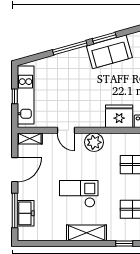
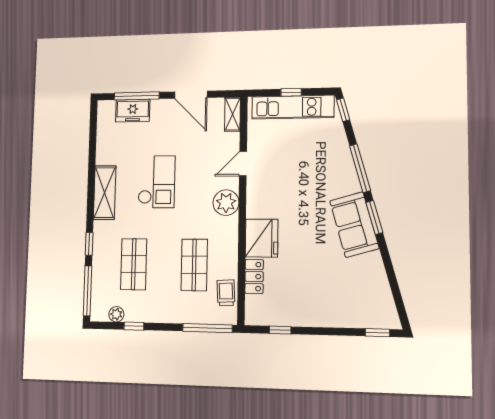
window: (28, 59) -> (343, 110), added

